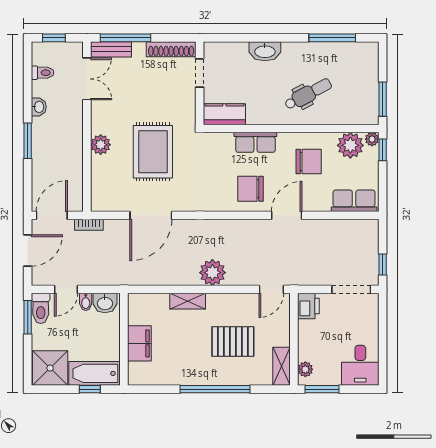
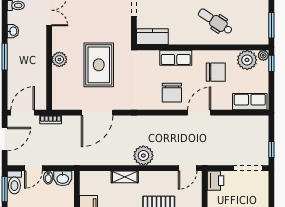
dental chair: (308, 94) -> (215, 21), turned -119
chair: (250, 189) -> (172, 93), turned -90

